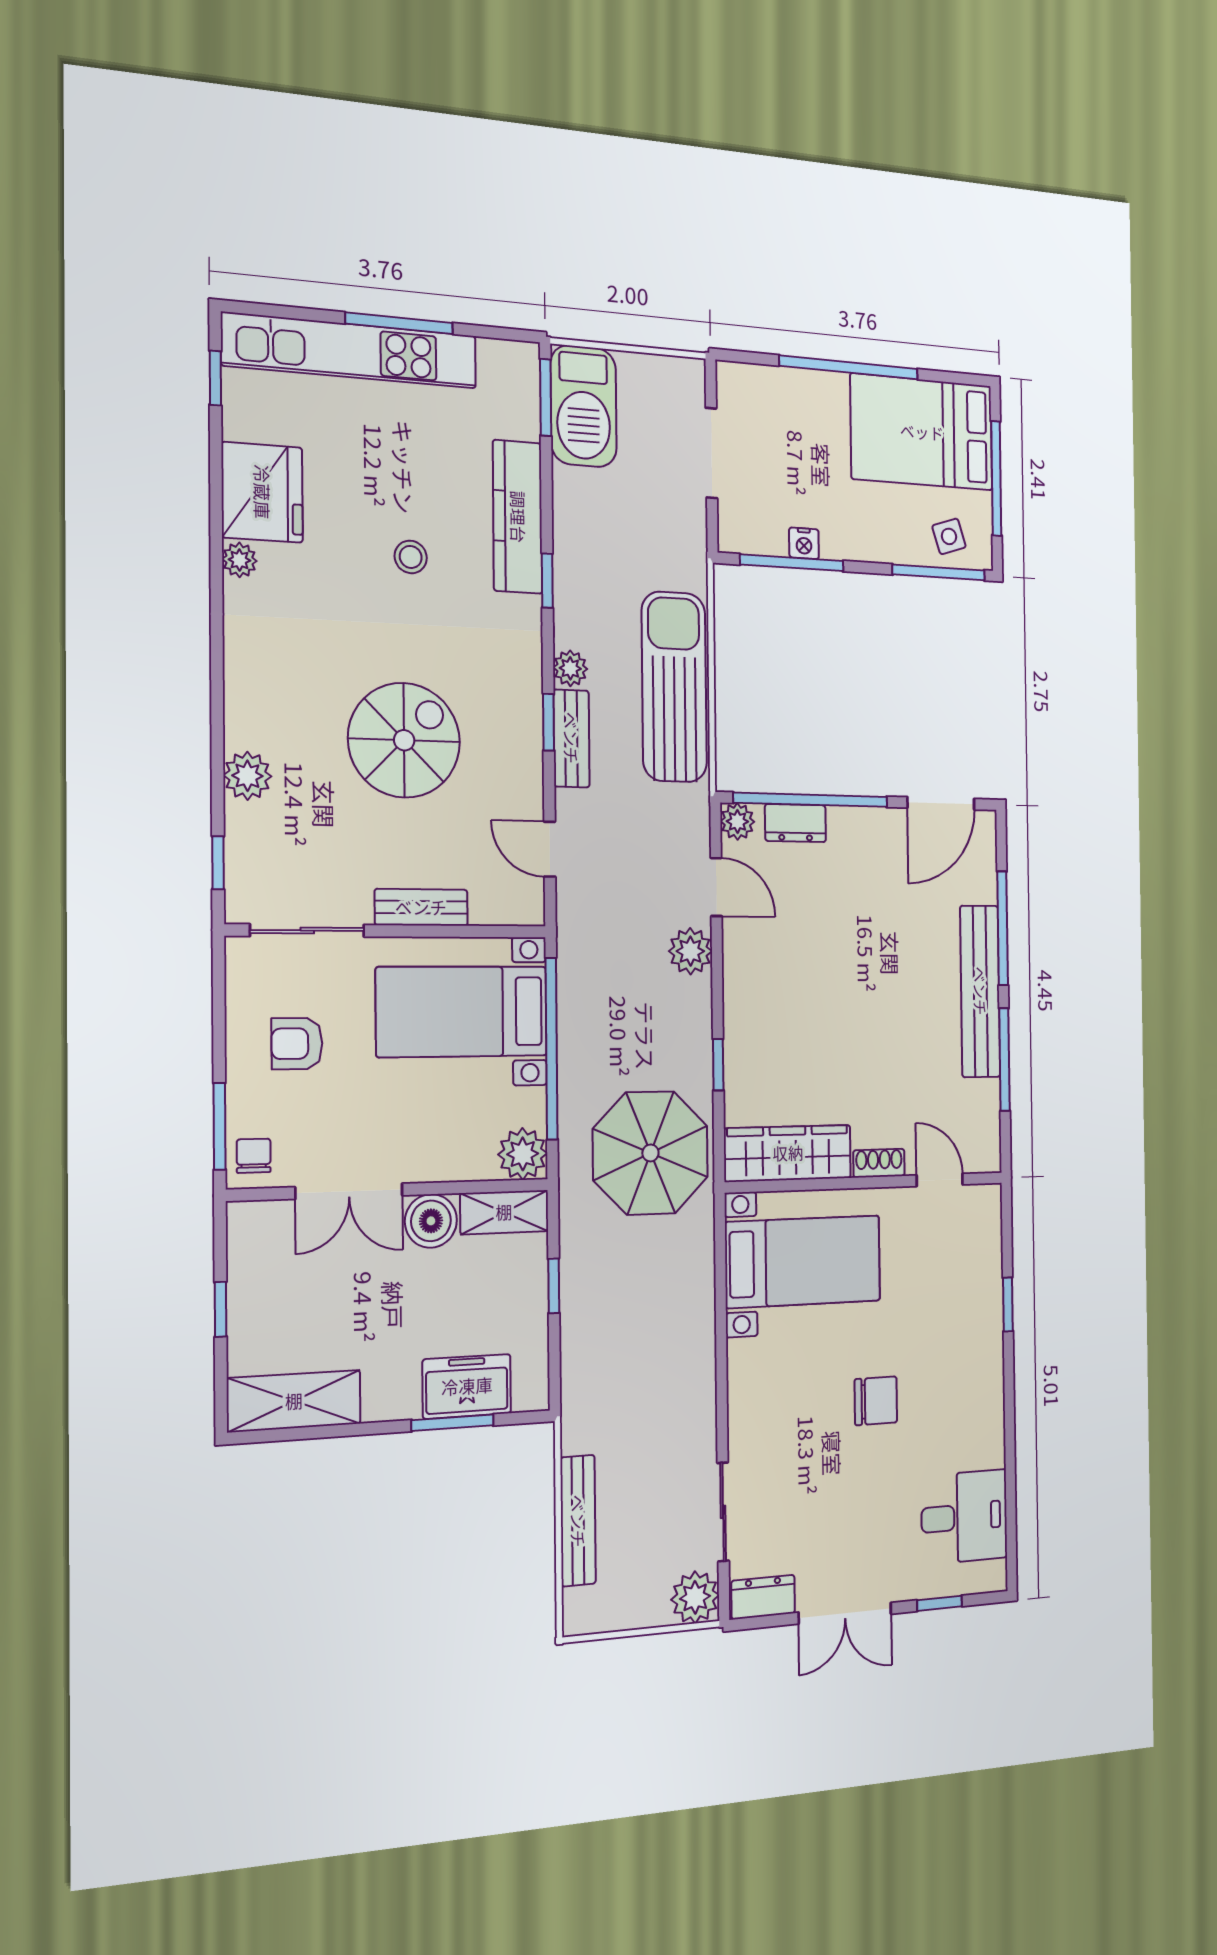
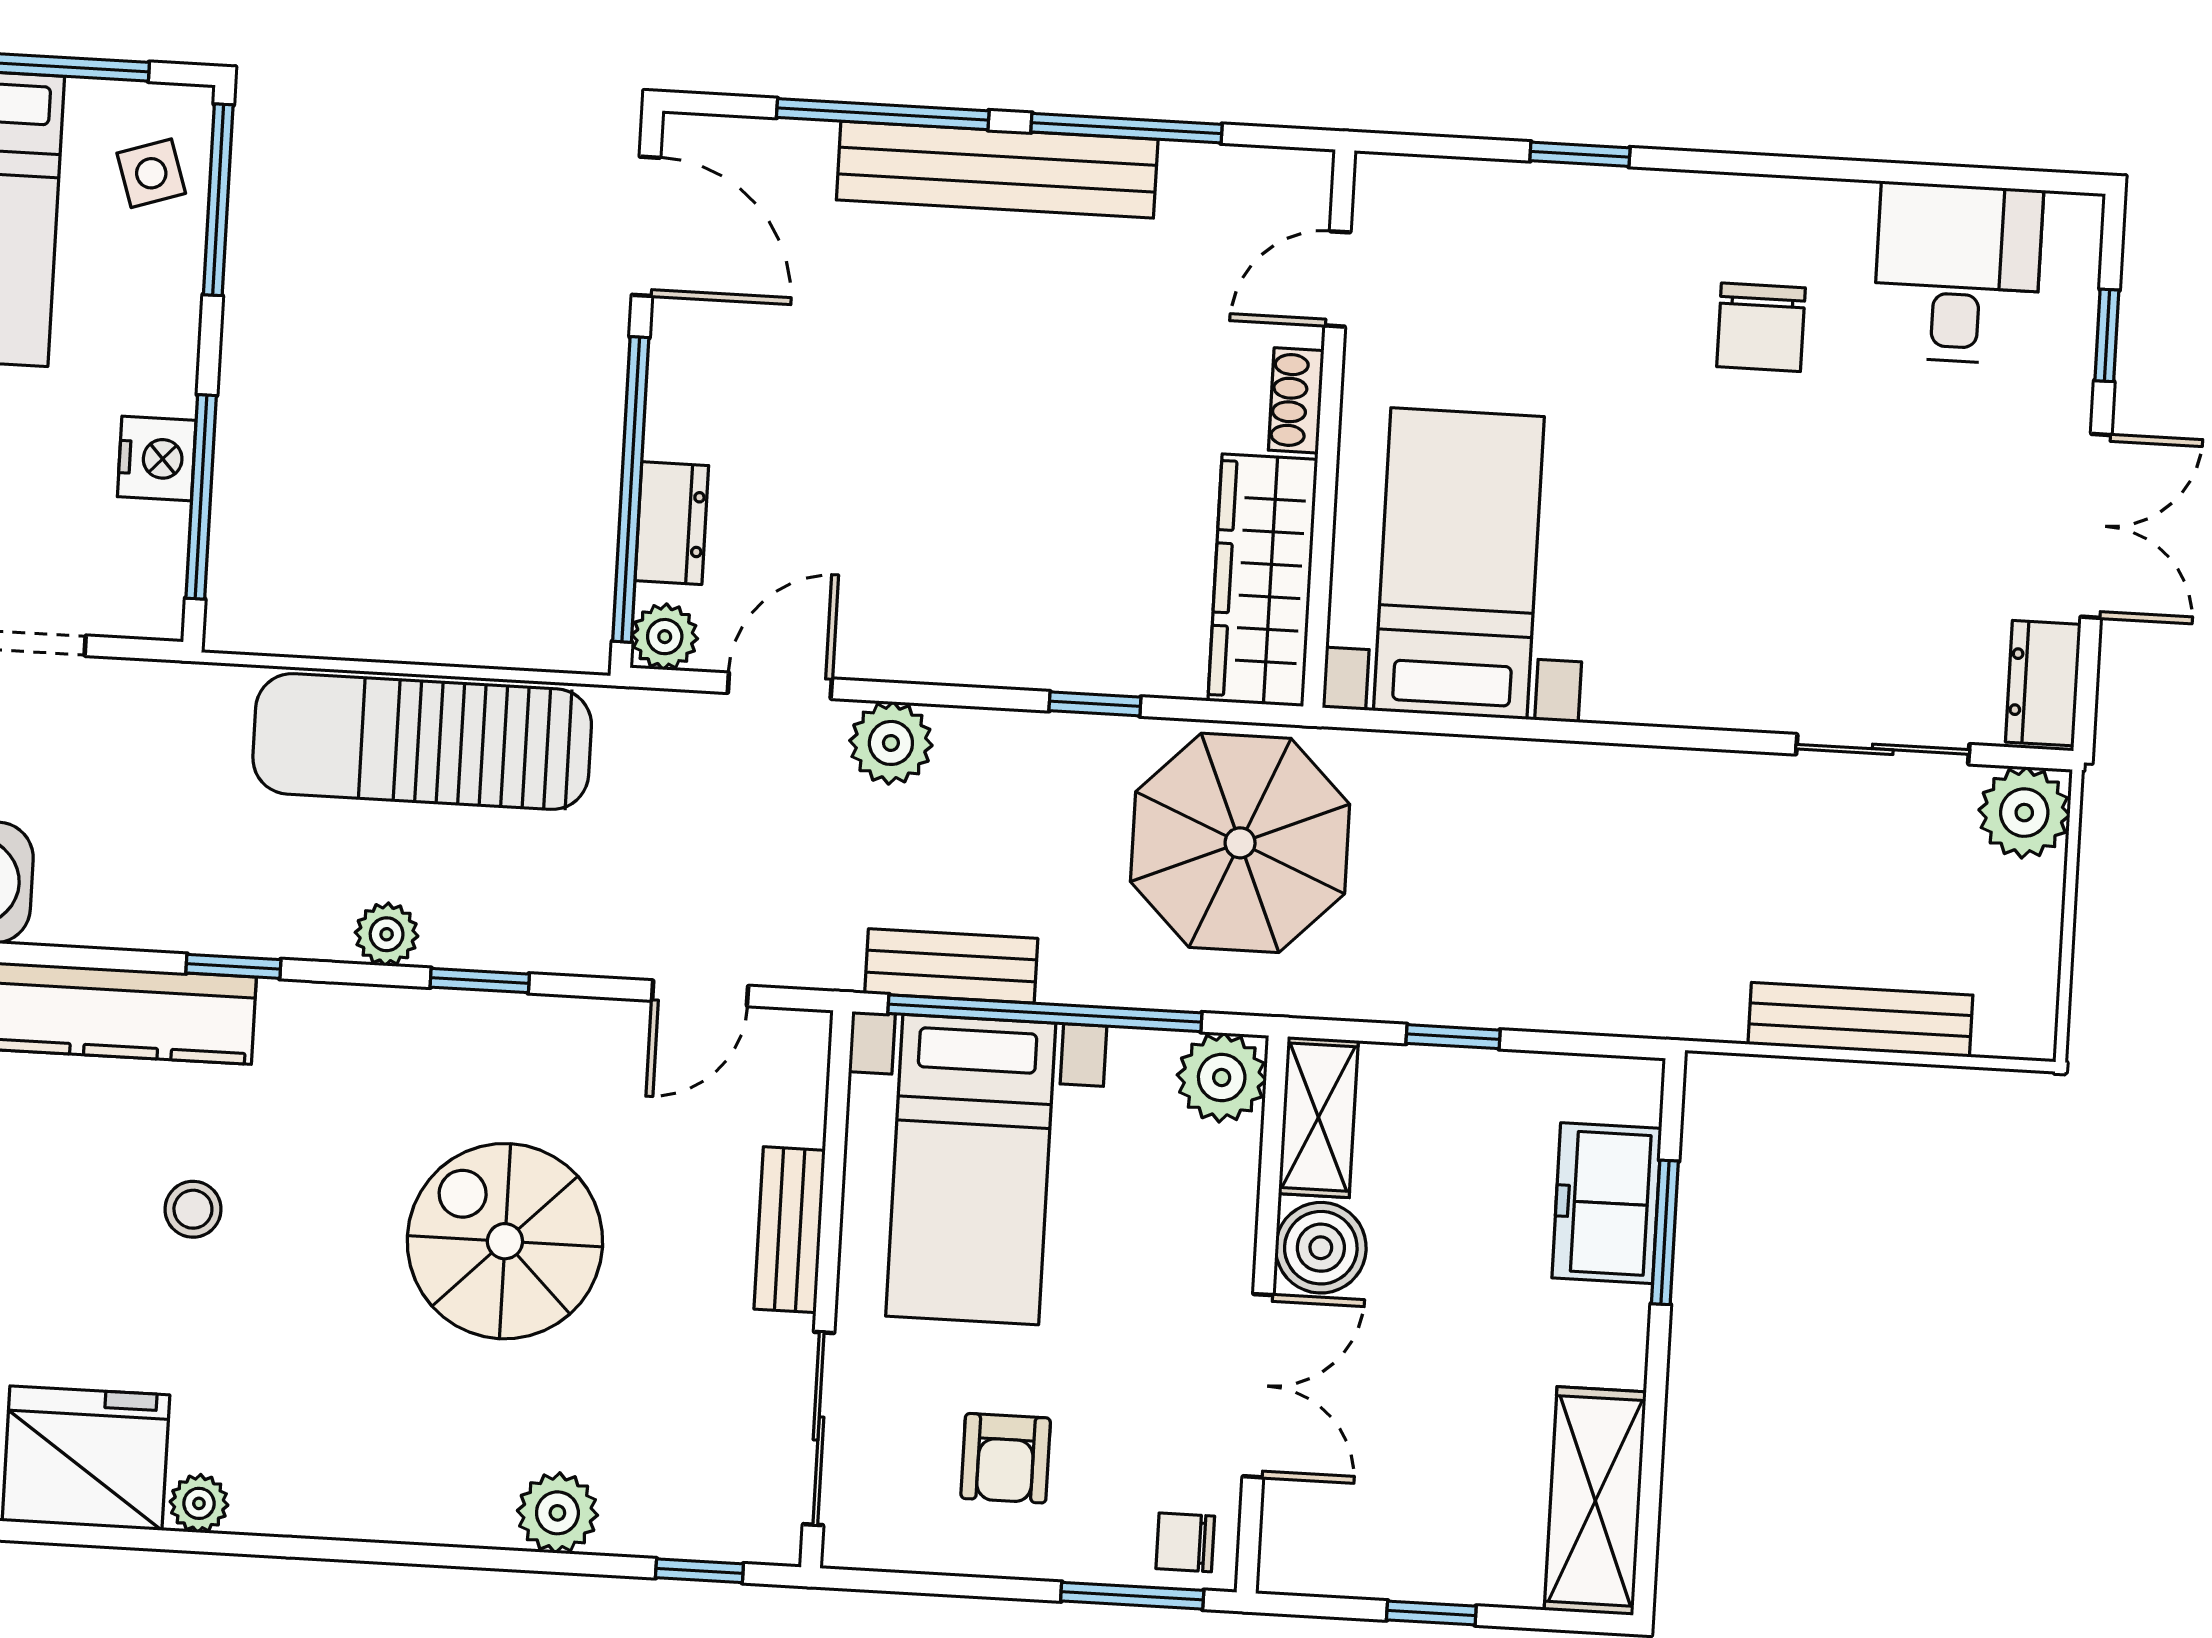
nightstand: (804, 543) -> (157, 459), width x1.39, depth x1.35
bench: (571, 738) -> (951, 966), moved
chair: (876, 1401) -> (1761, 327), moved, turned 180

